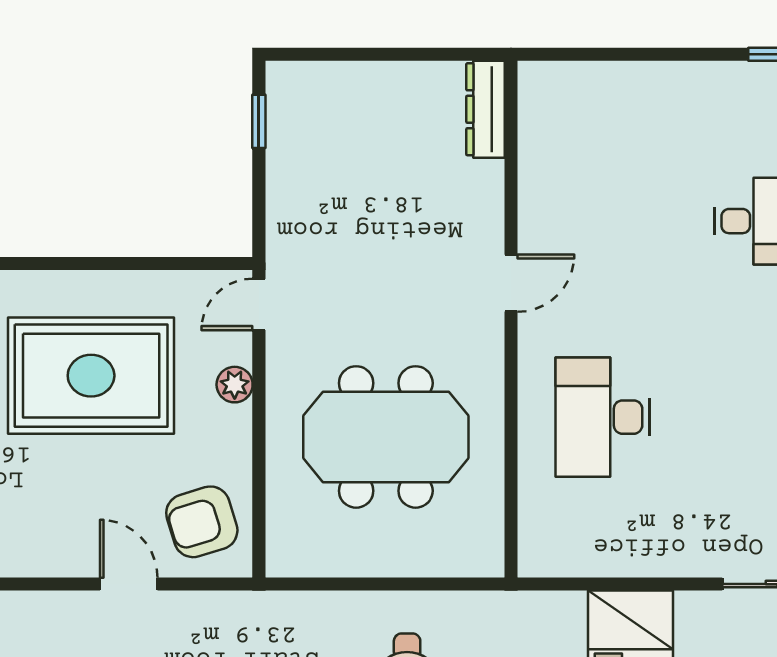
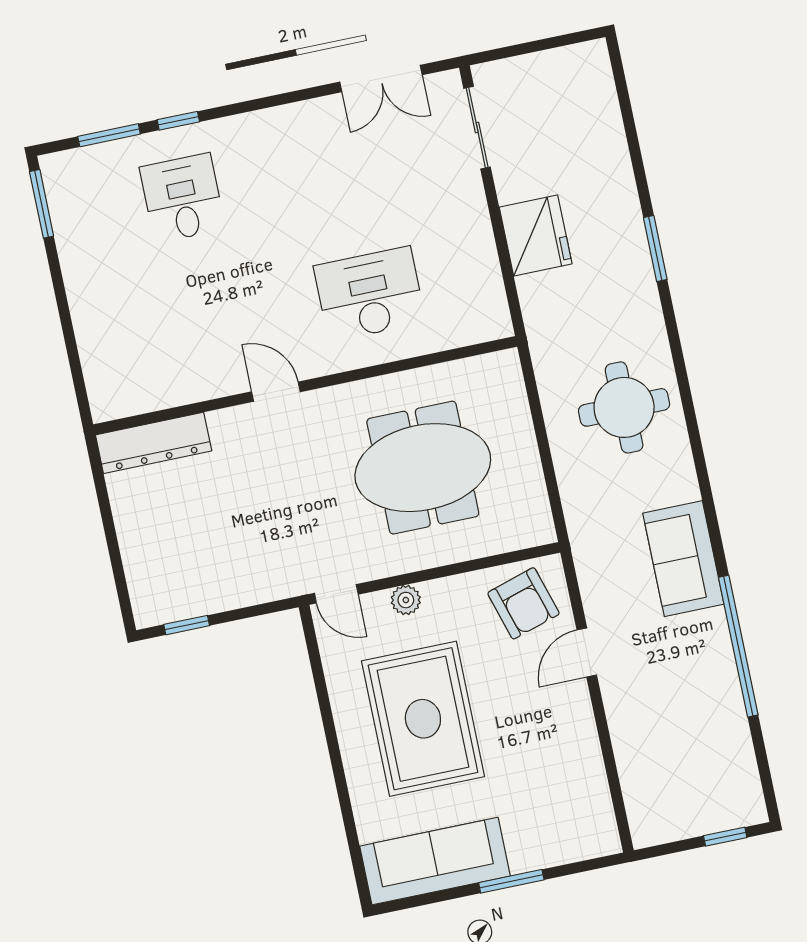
dresser: (486, 109) -> (154, 443), width x1.37, depth x1.24
desk: (603, 417) -> (370, 294), turned 180
meeting table: (386, 437) -> (423, 468), turned 90

